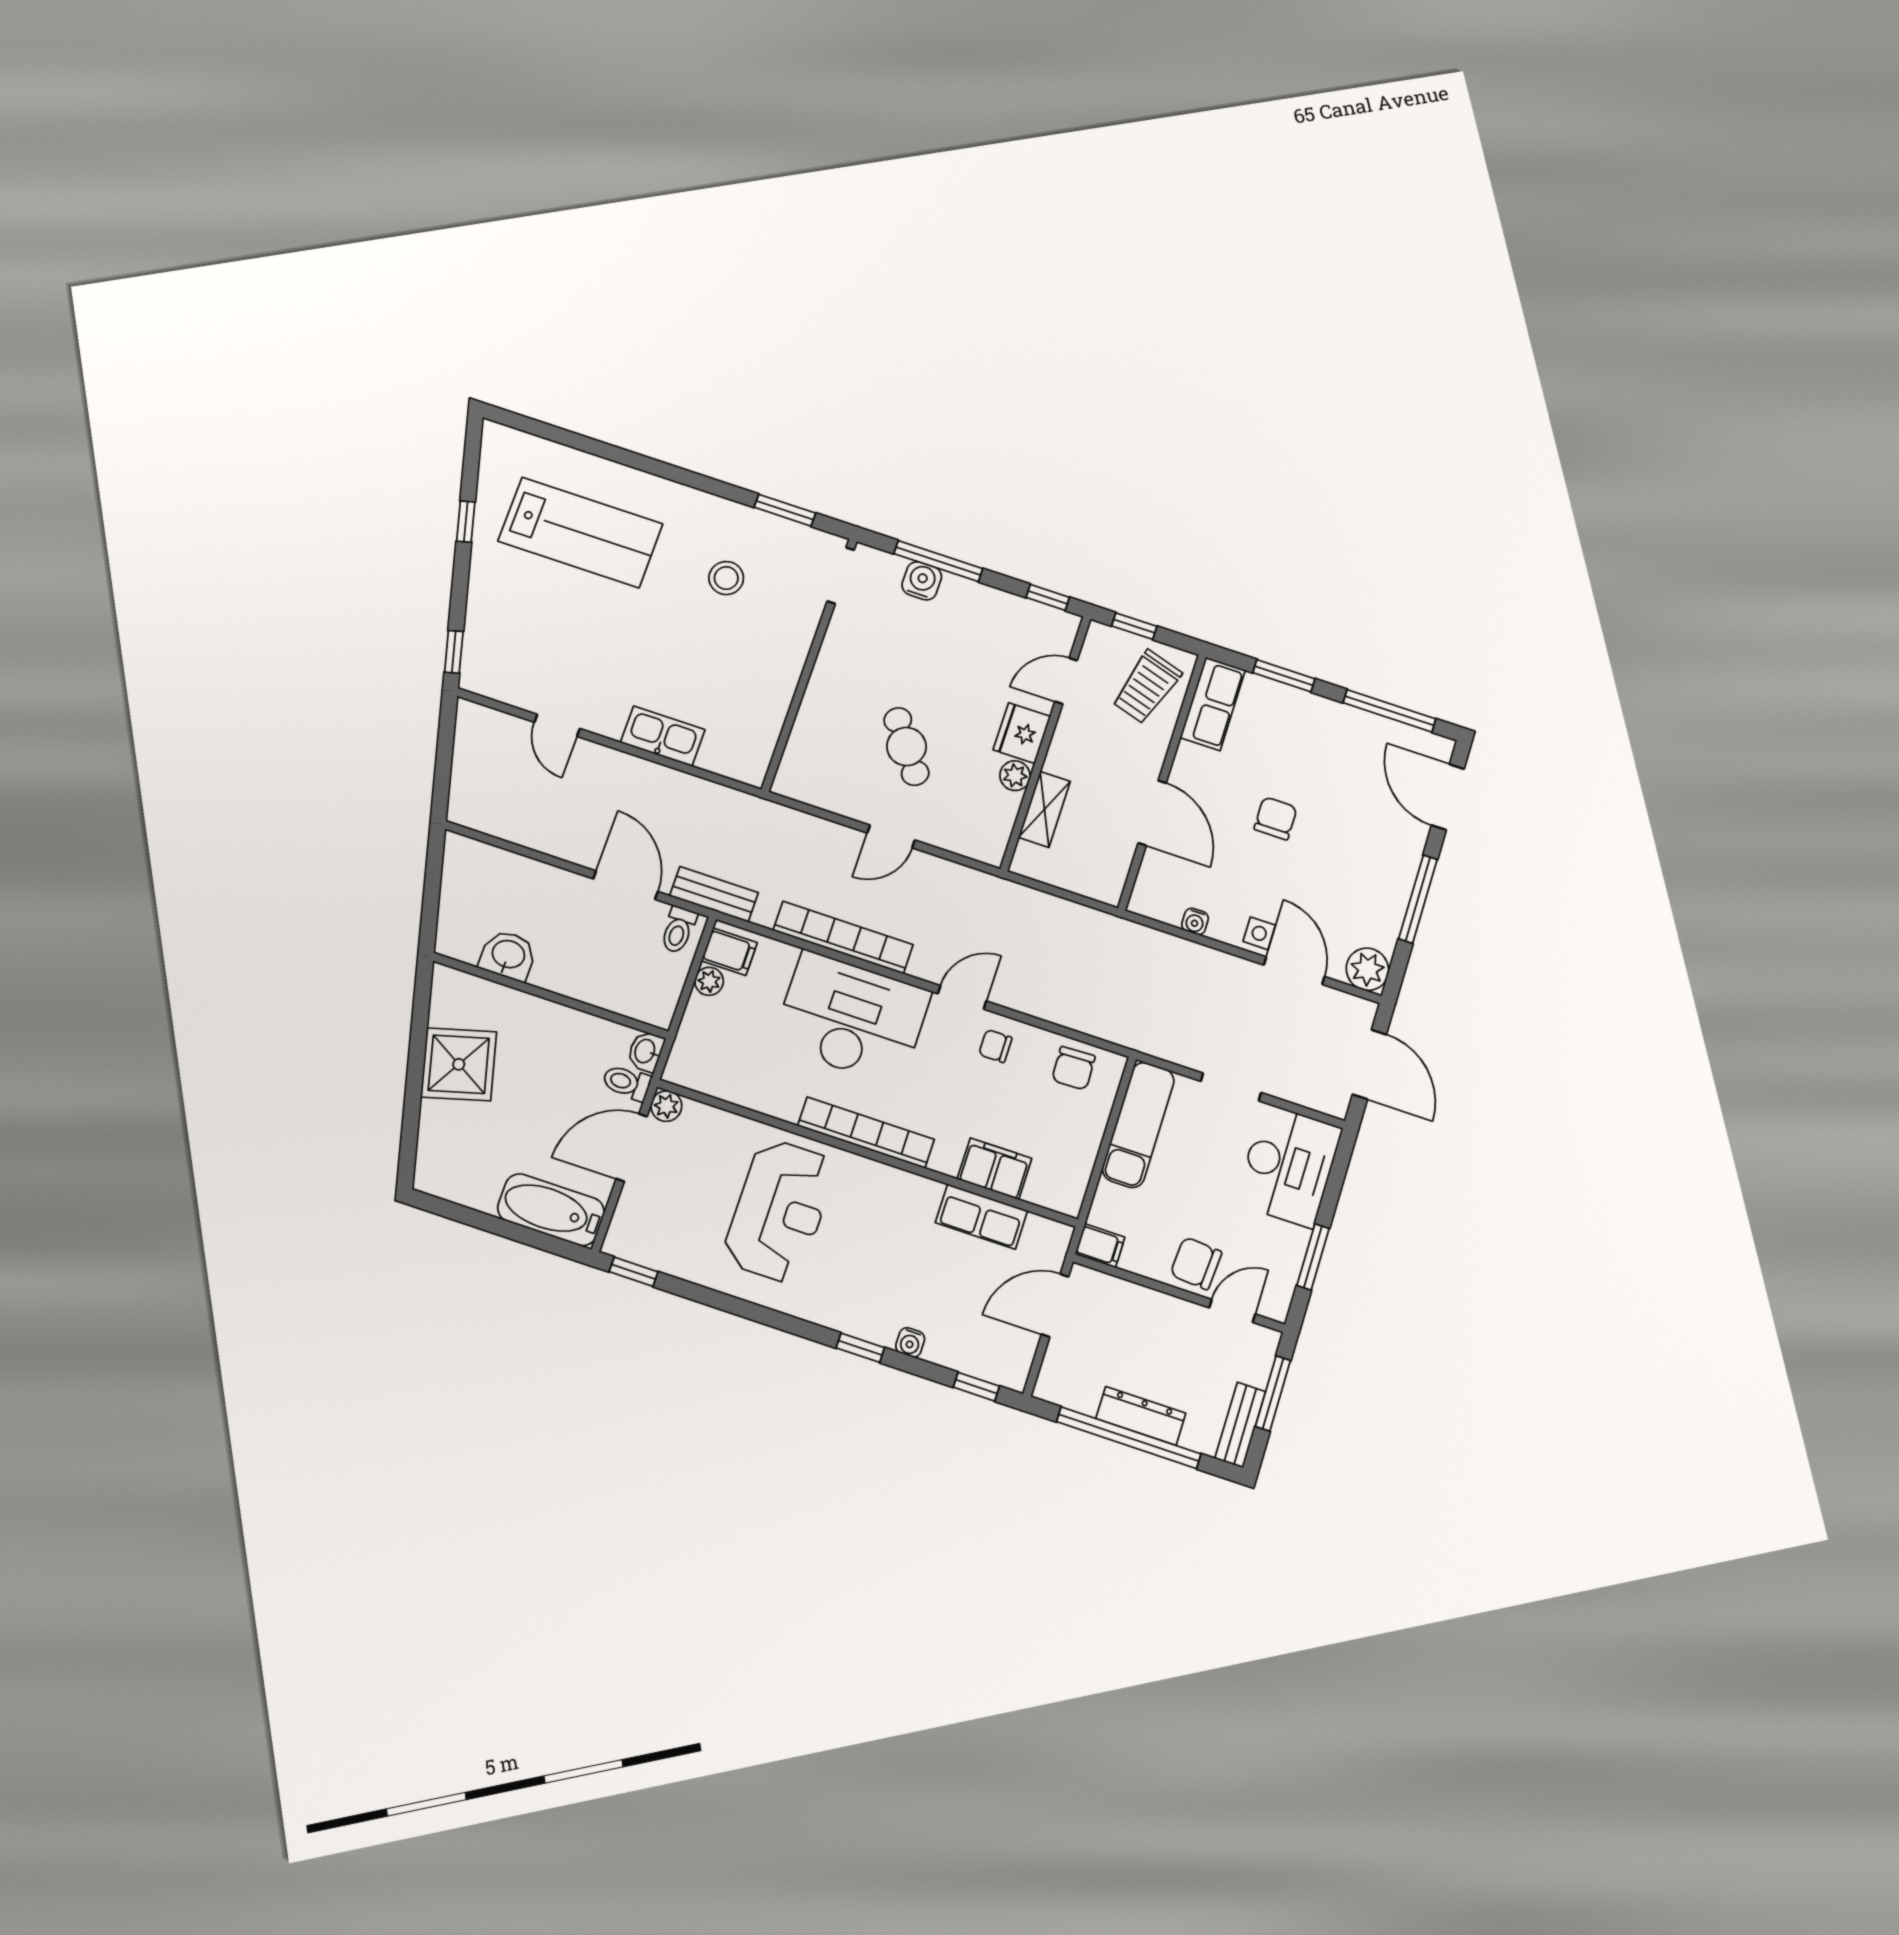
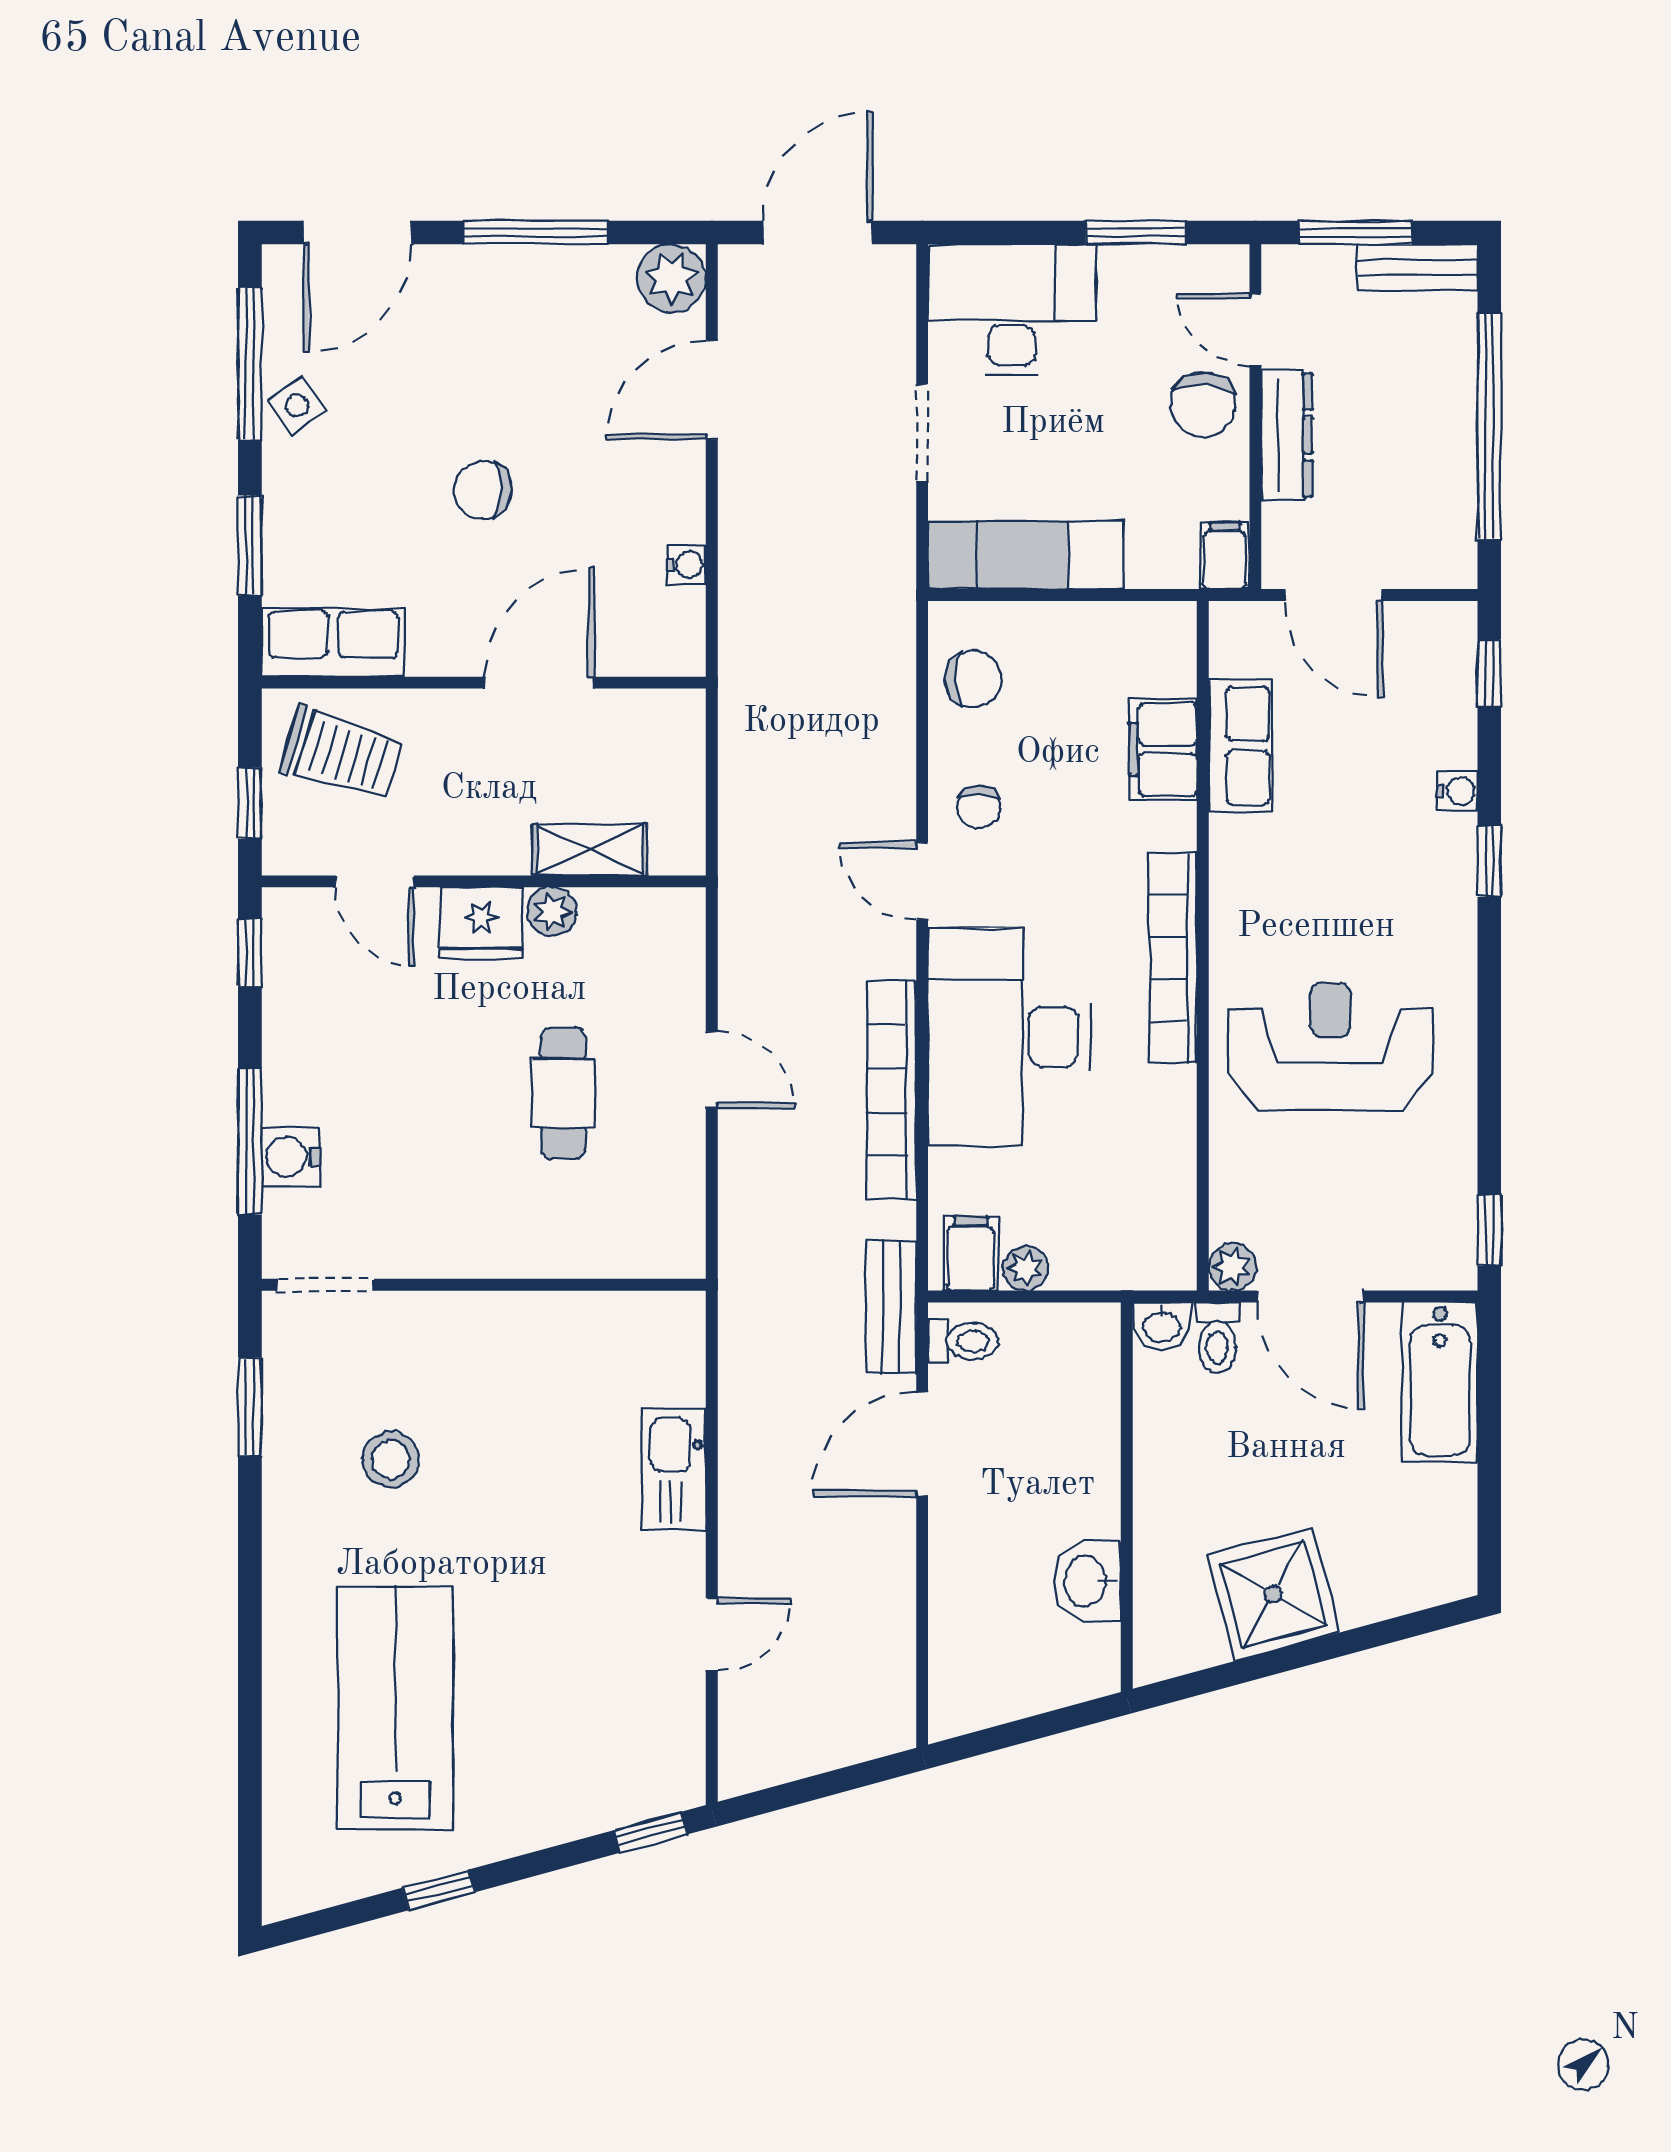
cafe table: (906, 747) -> (563, 1093), turned -54
side table: (1259, 933) -> (297, 405), moved, turned -36
dresser: (1141, 1416) -> (1287, 435), moved, turned 180

